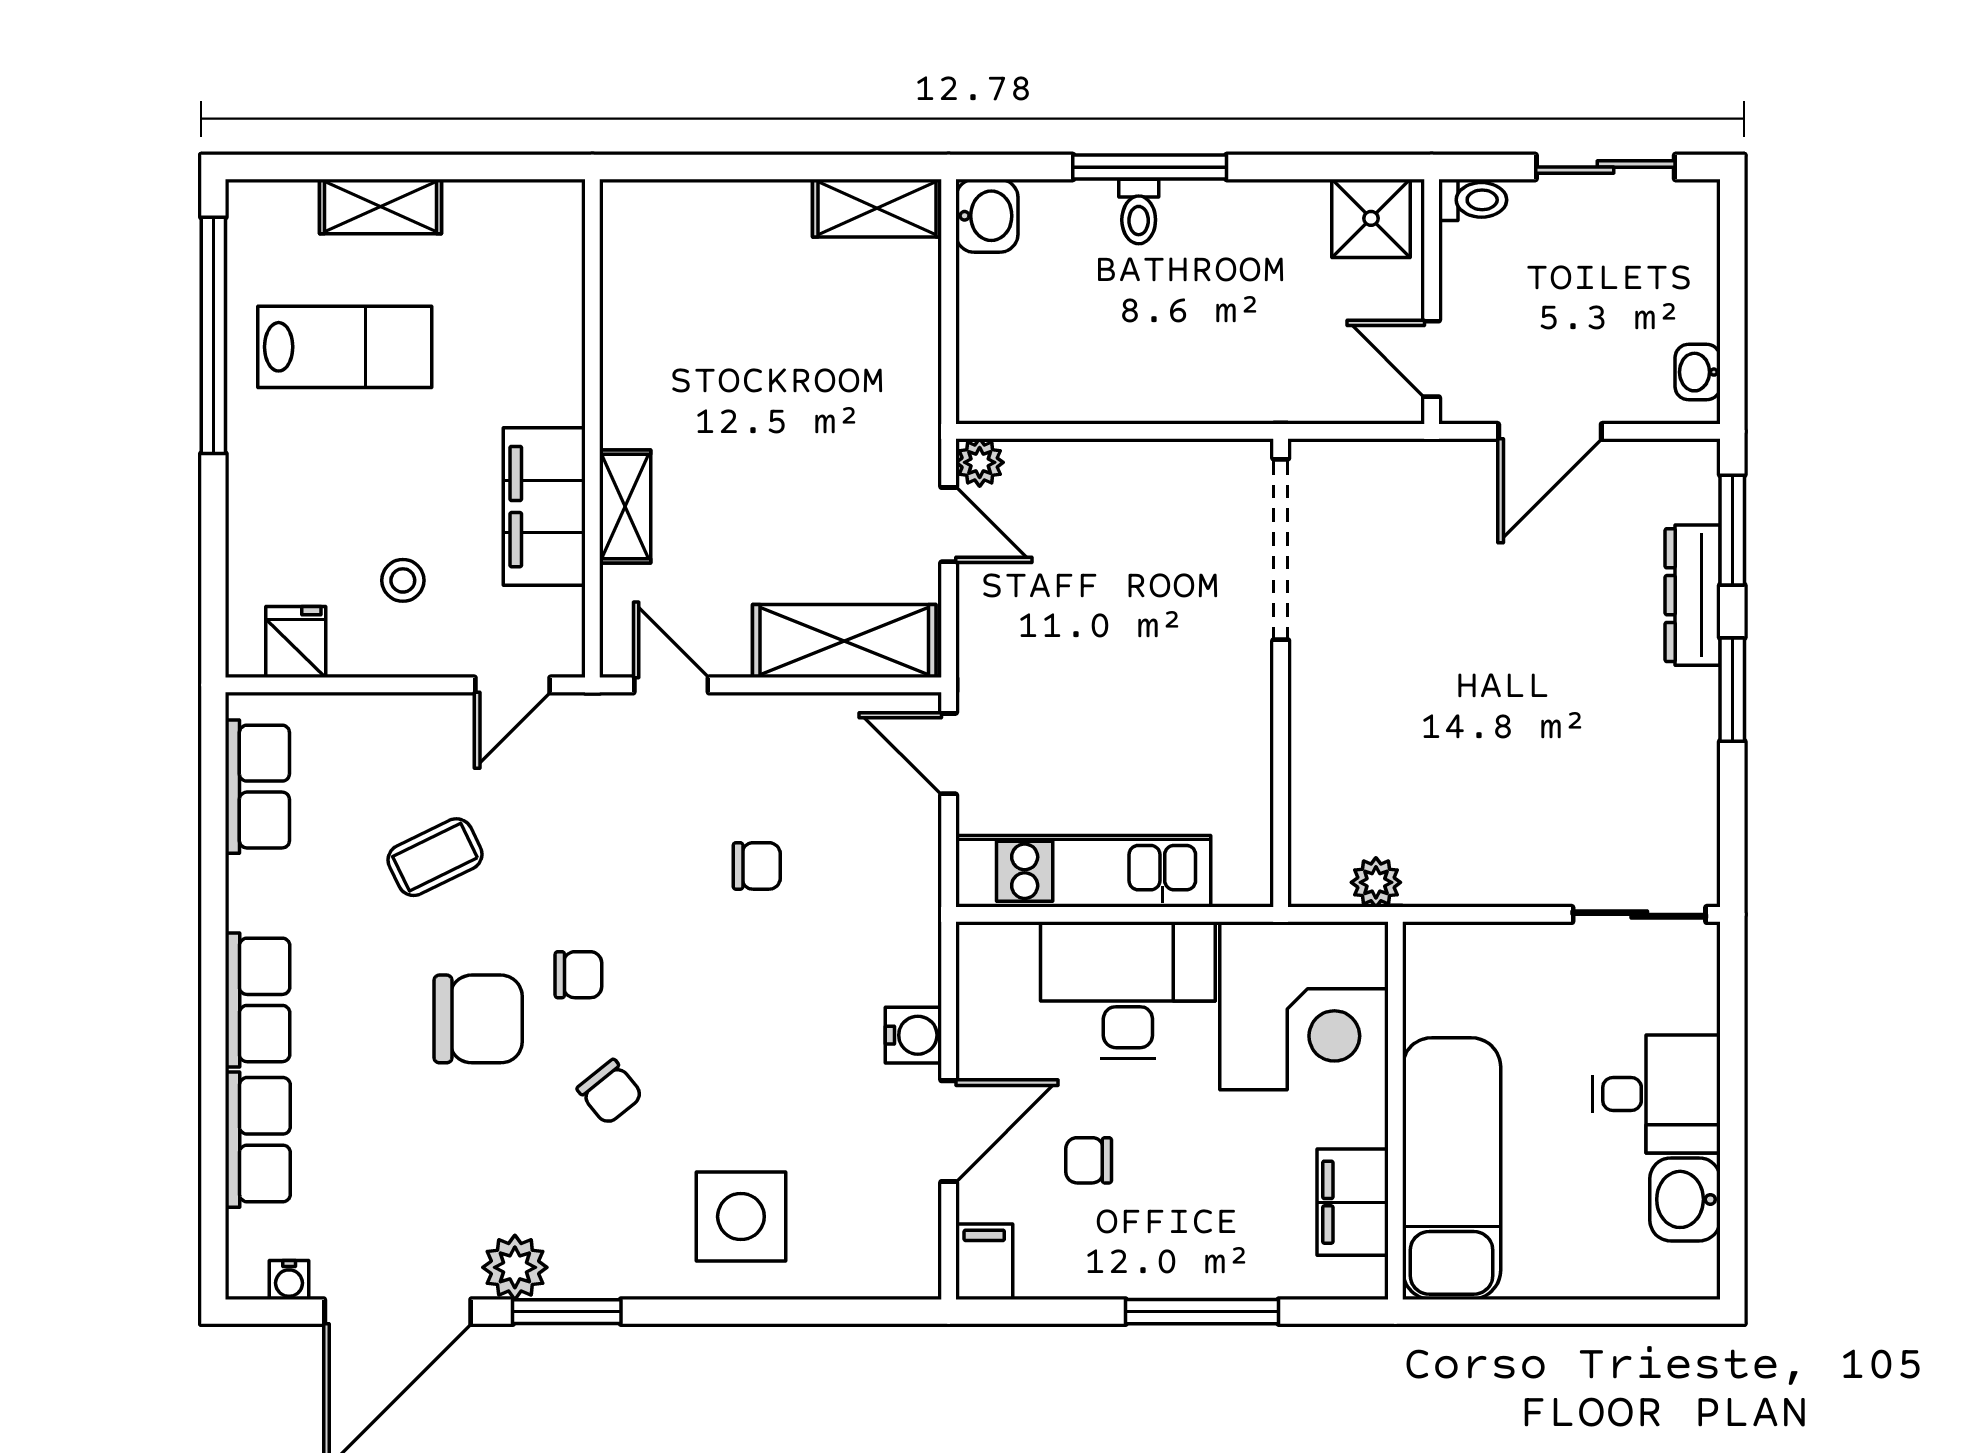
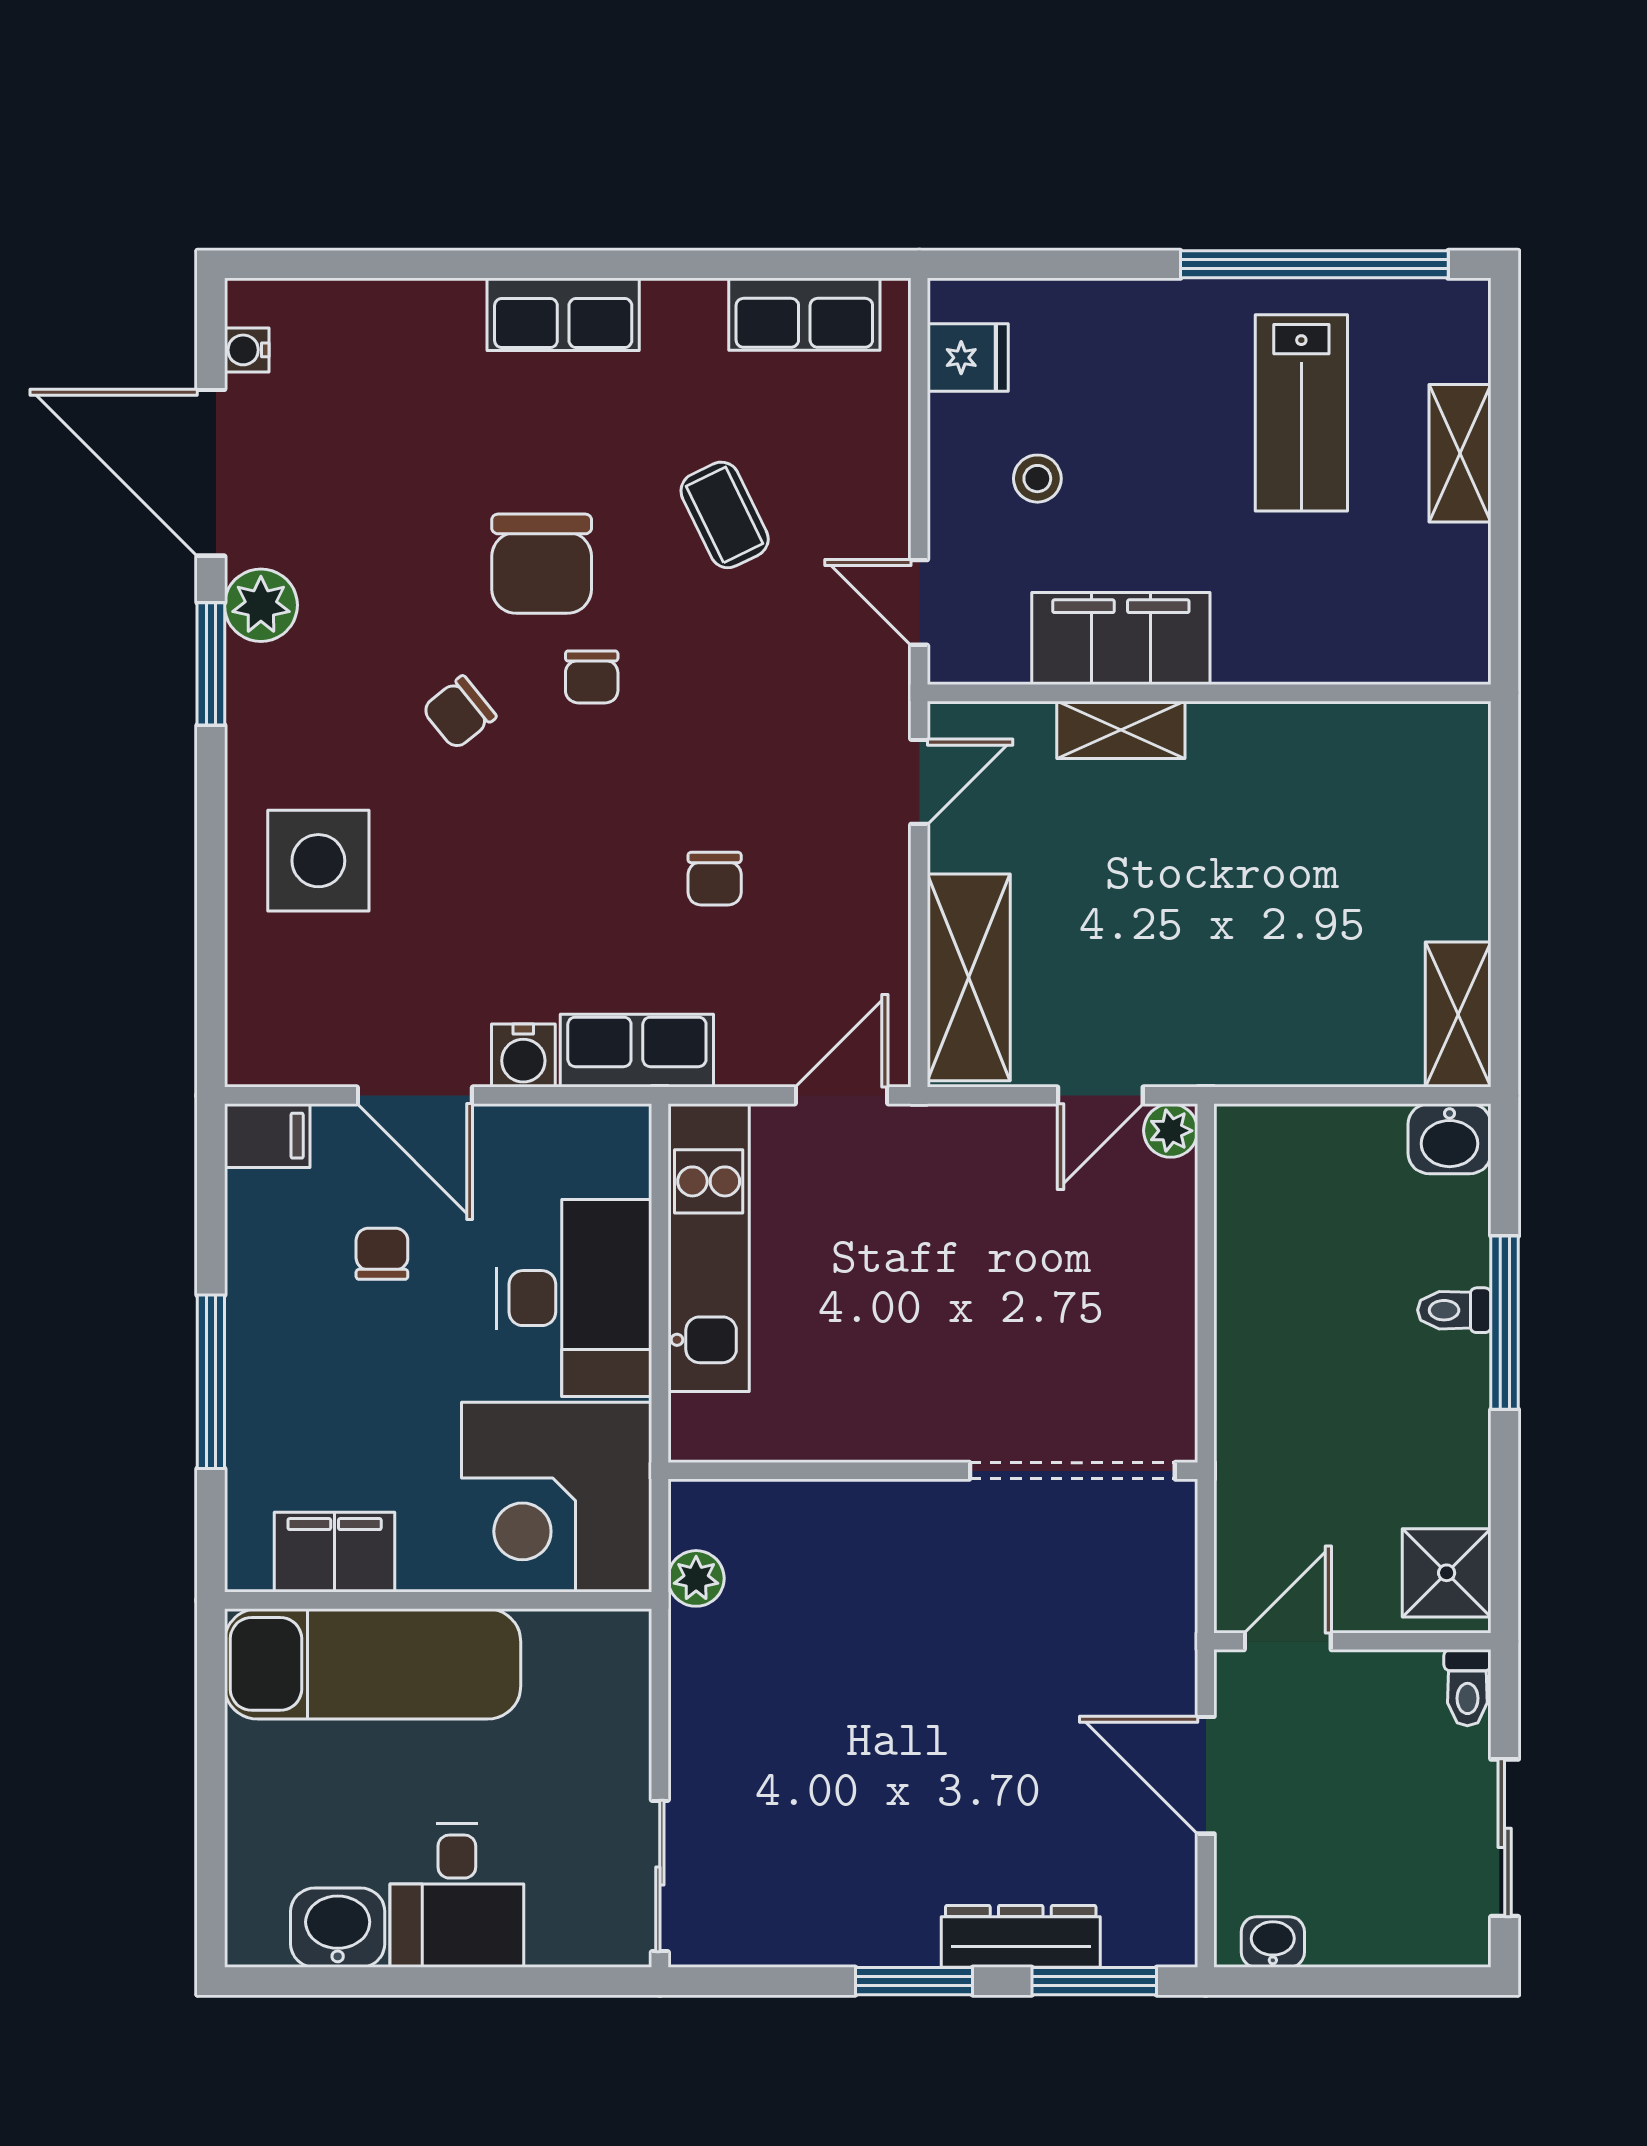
row of seats: (258, 1140) -> (637, 1051), moved, turned 180

